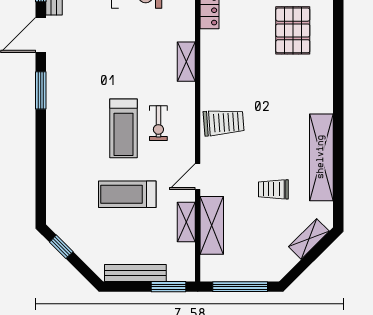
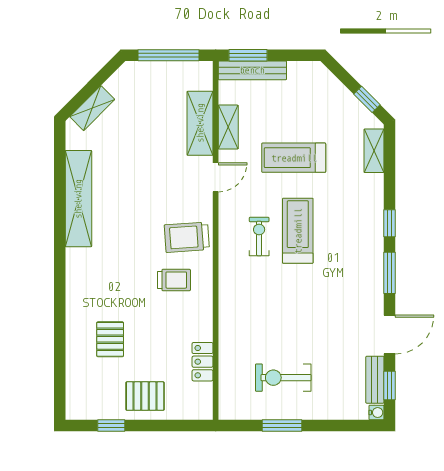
pallet: (293, 30) -> (110, 339), width x0.67, depth x0.71
shelving: (186, 62) -> (374, 151), moved
window: (41, 135) -> (389, 223), added
trolley: (273, 189) -> (174, 280), moved
treadmill: (127, 194) -> (294, 158), turned 180
bench: (135, 273) -> (252, 70), moved

